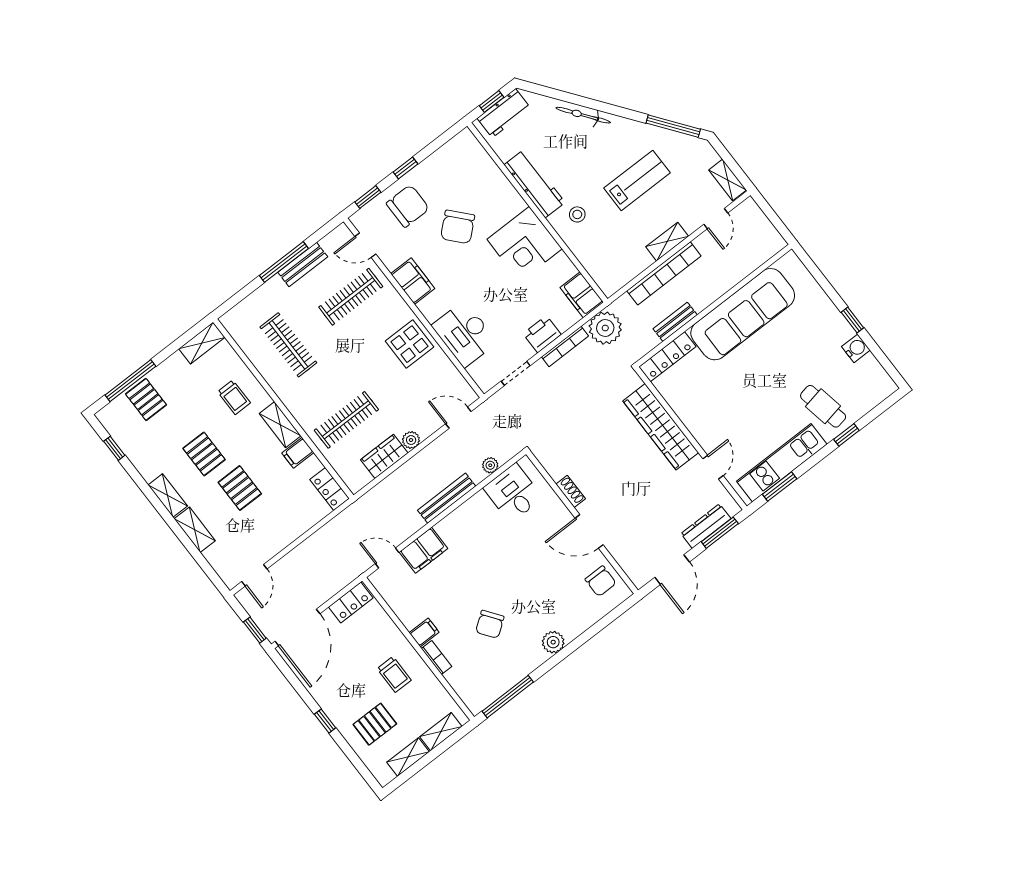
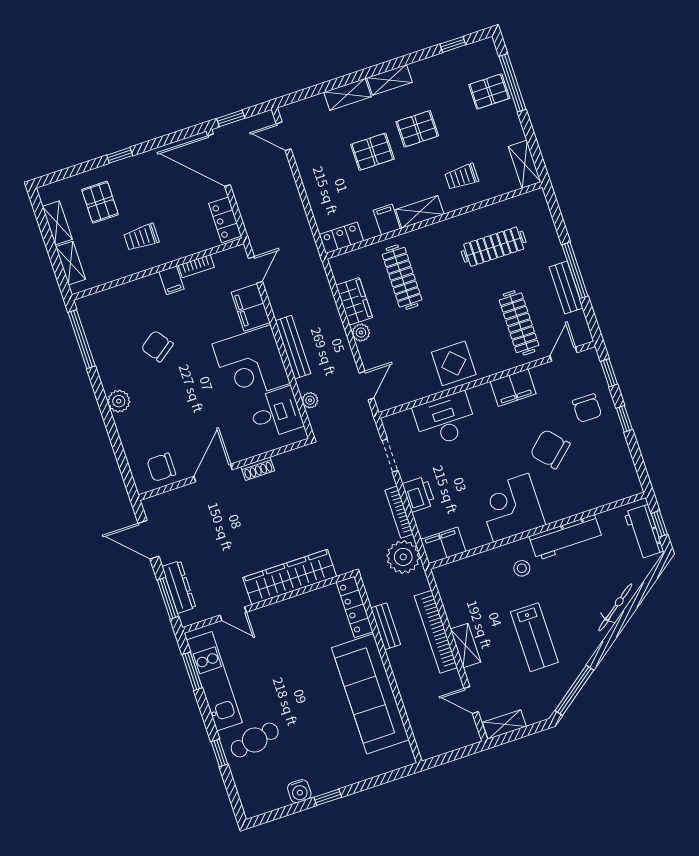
chair: (408, 206) -> (587, 408), width x0.73, depth x0.73
corner desk: (475, 532) -> (251, 364), added
bookcase: (437, 657) -> (196, 266), moved

